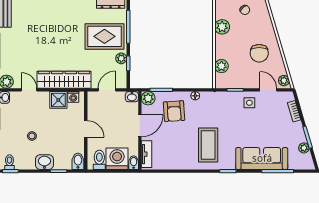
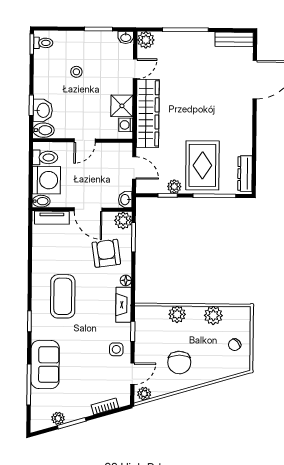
chair: (259, 53) -> (179, 363), turned -90
plant: (221, 66) -> (177, 314), moved
fireplace: (214, 97) -> (123, 305), added
armchair: (174, 111) -> (106, 253), turned 86
coffee table: (208, 145) -> (63, 296), turned 90
sofa: (262, 158) -> (45, 365), width x0.73
washbasin: (44, 162) -> (43, 110), moved

